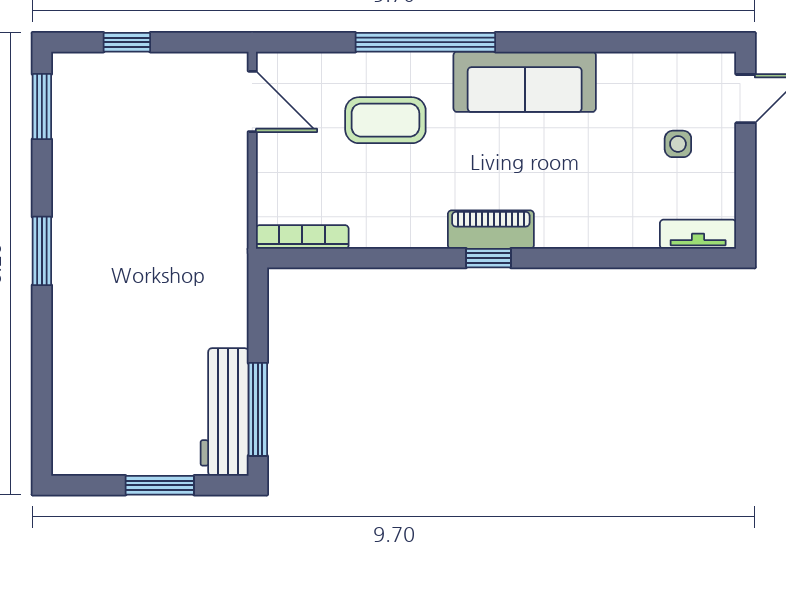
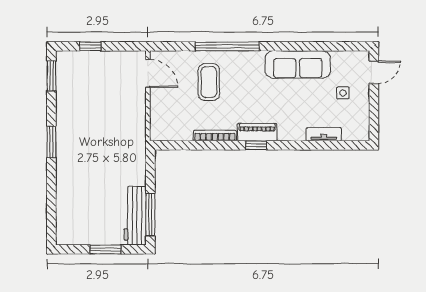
sofa: (525, 82) -> (298, 64), moved
coffee table: (385, 120) -> (209, 82), turned 90
tv unit: (698, 234) -> (324, 134), moved
bookcase: (302, 237) -> (215, 136), moved

